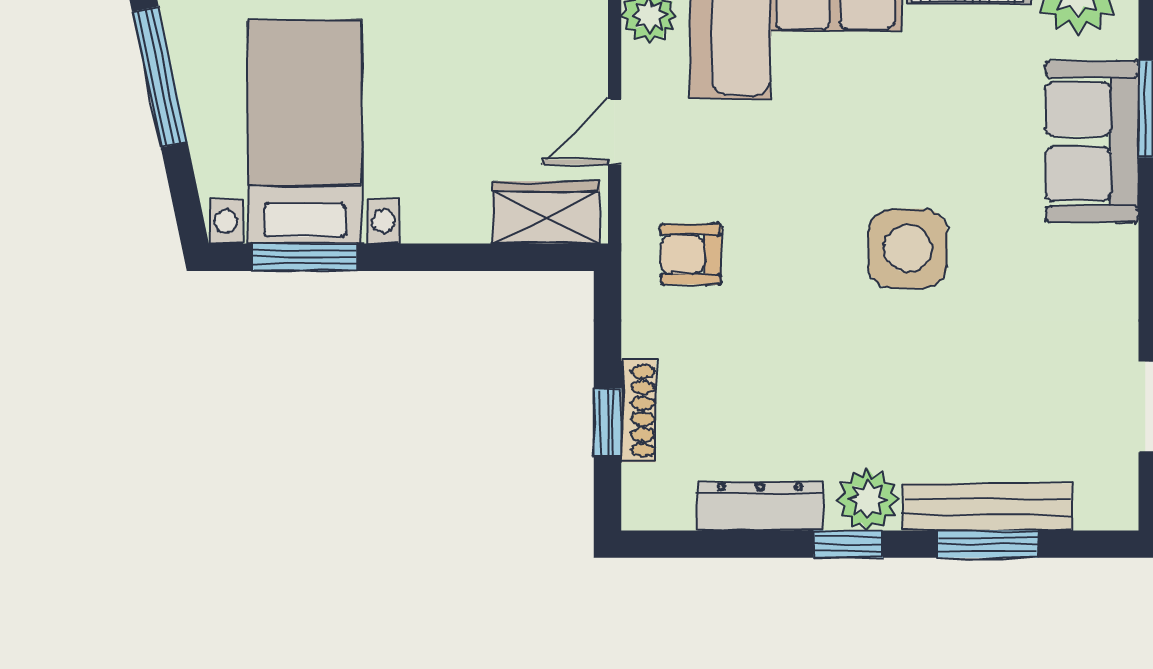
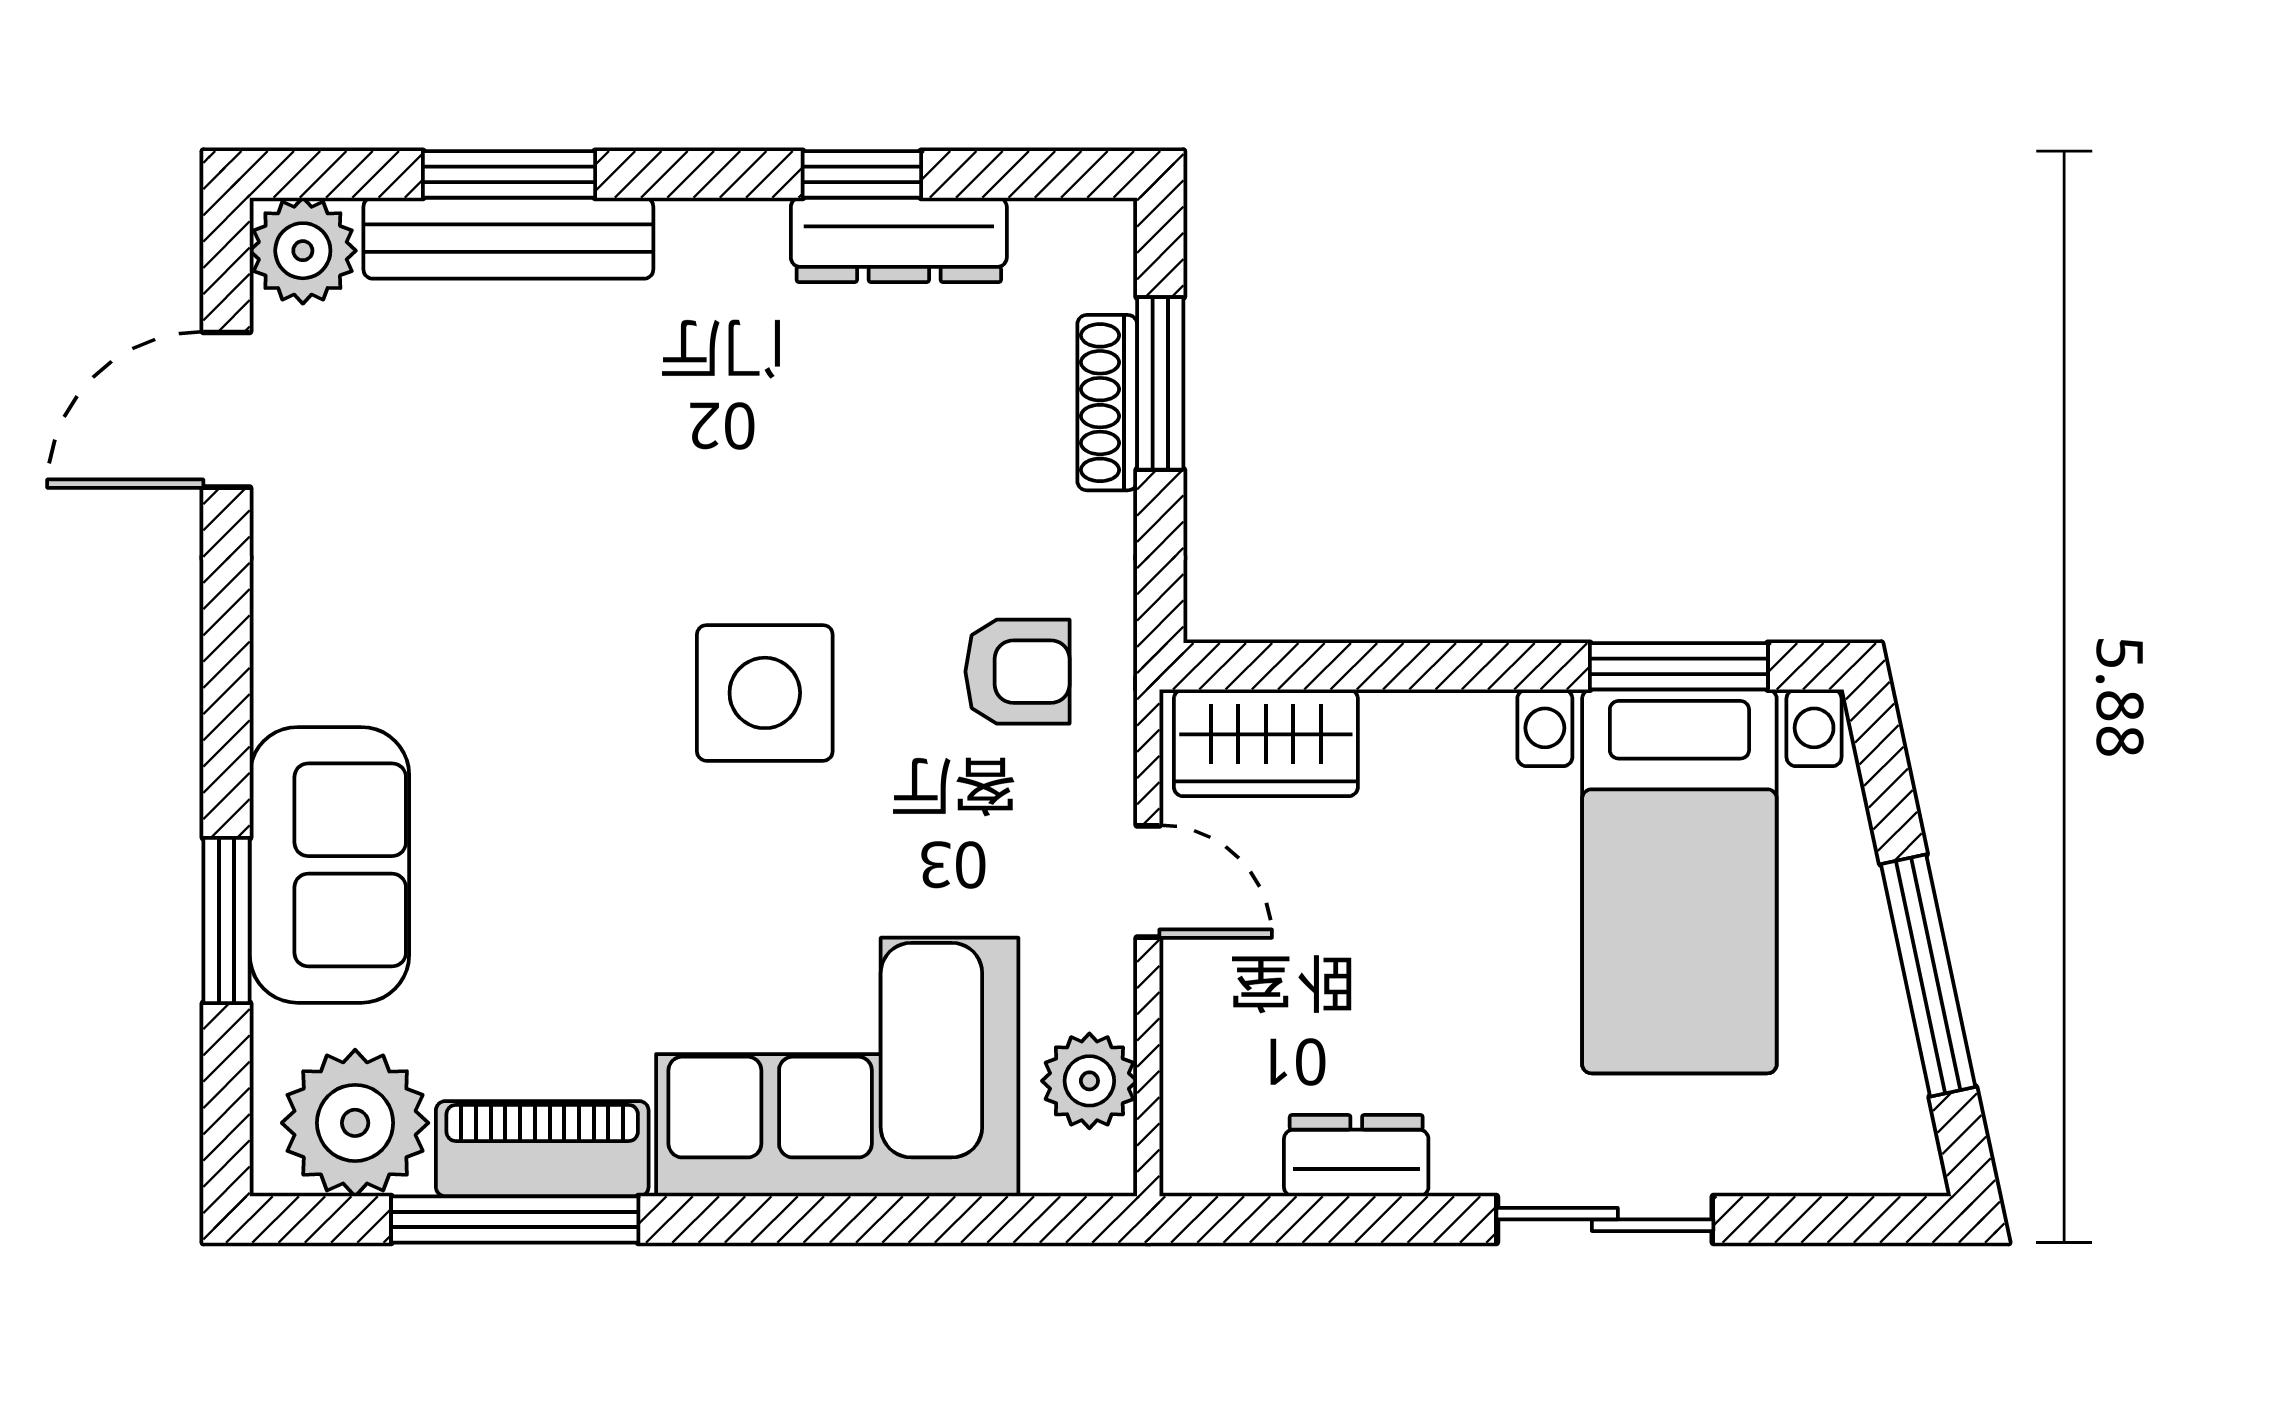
door: (615, 132) -> (1148, 881), hinge flipped
side table: (908, 249) -> (765, 693), moved
window: (608, 422) -> (1160, 383), width x1.50
plant: (868, 500) -> (303, 251), moved
window: (848, 544) -> (862, 174), moved

